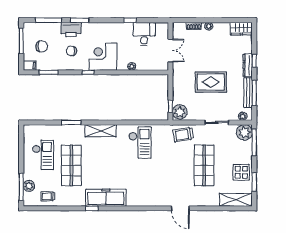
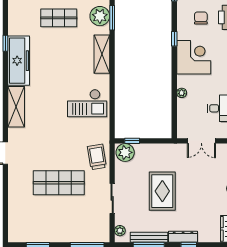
plant: (244, 132) -> (100, 16), moved
shop shelf: (71, 165) -> (59, 18), width x0.70, depth x0.74
display table: (241, 172) -> (50, 229), removed
shelving: (236, 200) -> (16, 107), moved

